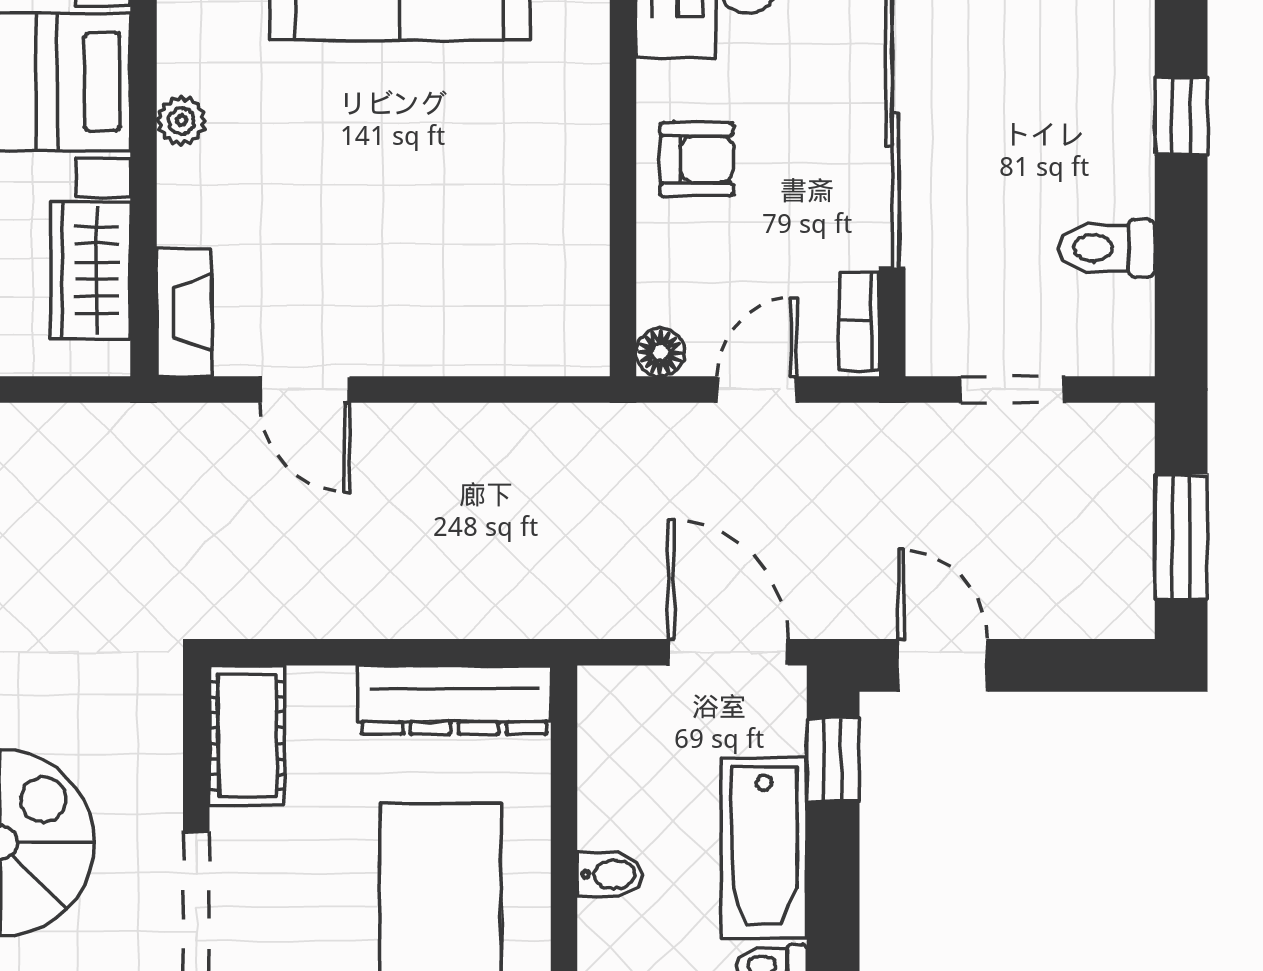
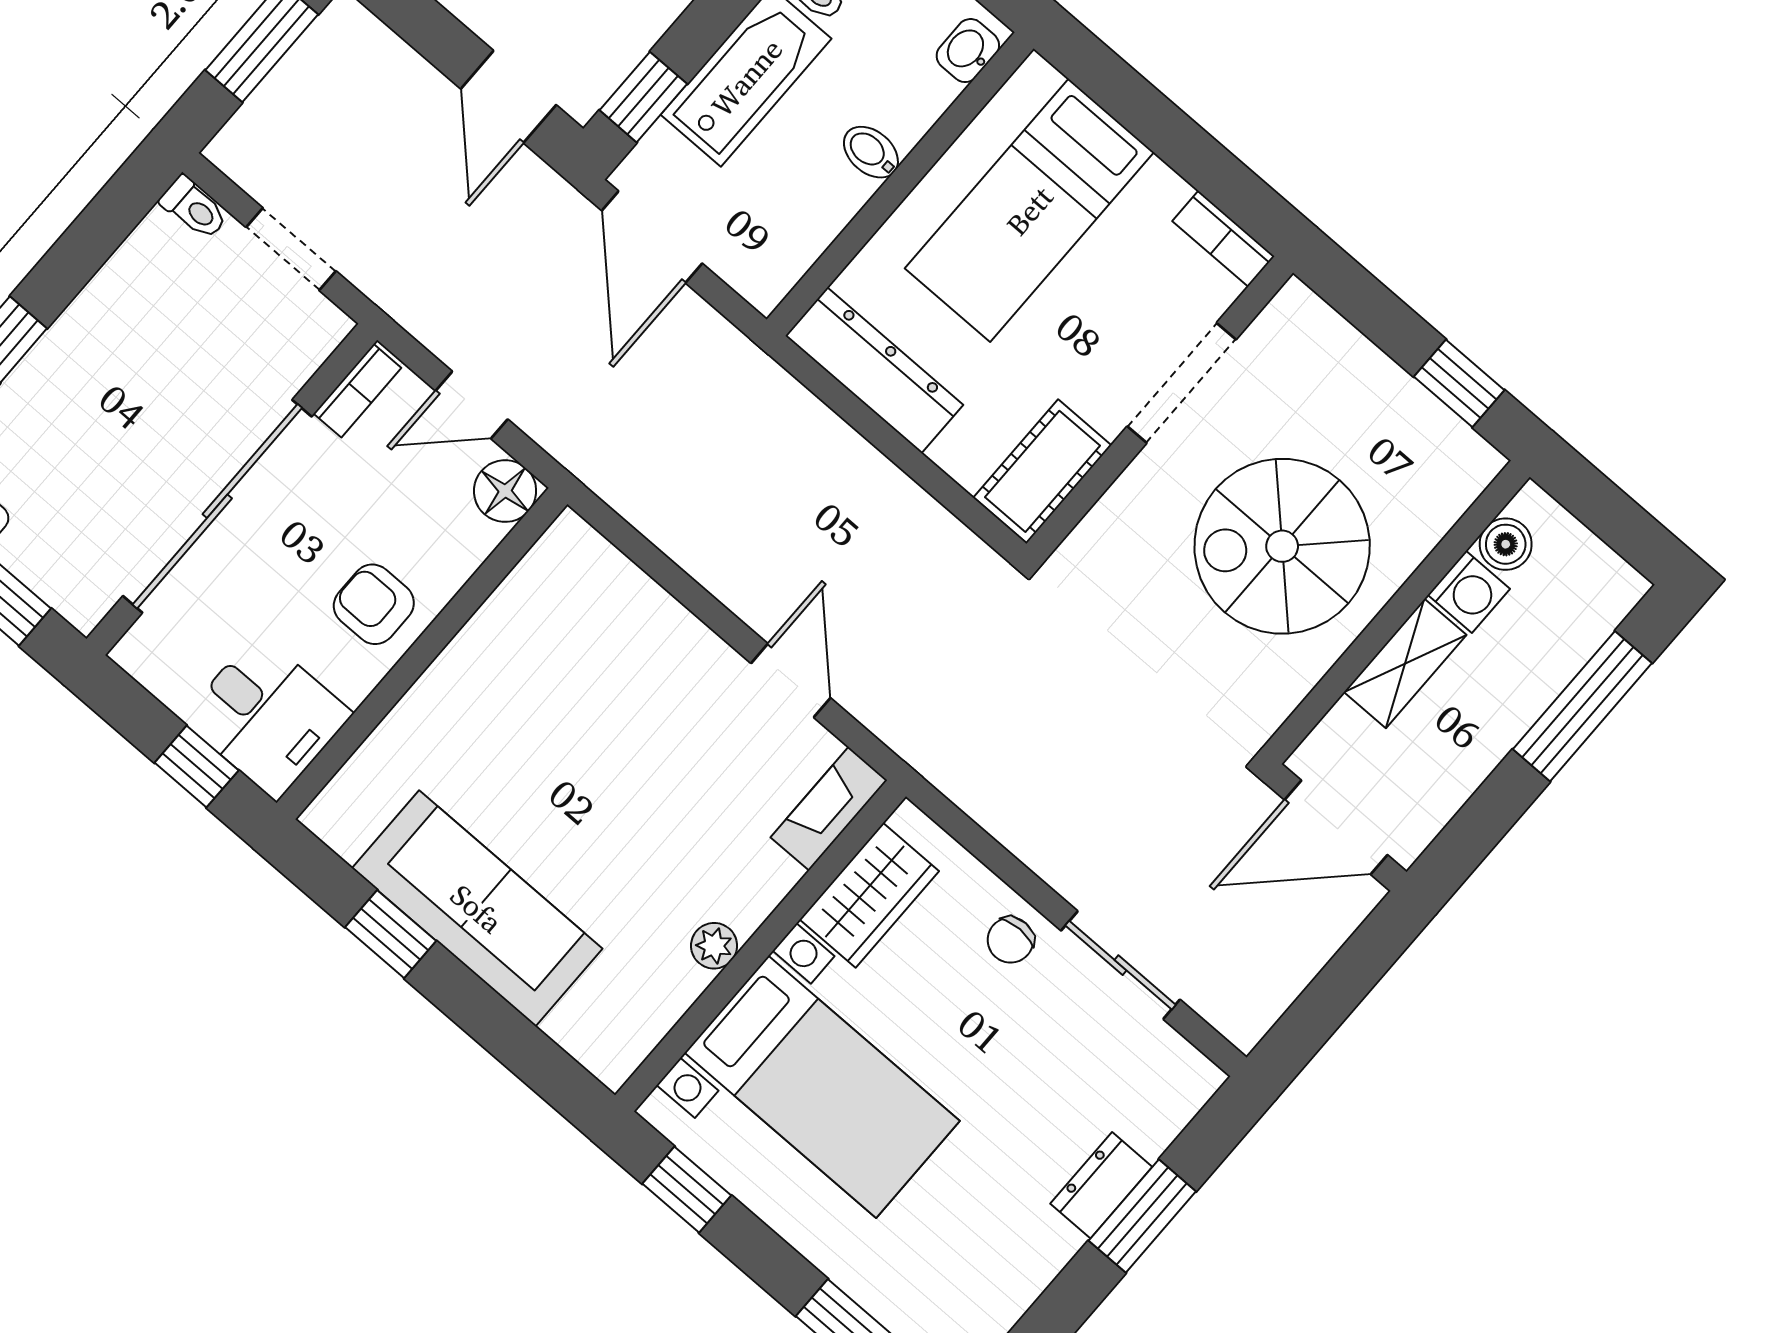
toilet: (1107, 248) -> (194, 208), moved, width x0.73, depth x0.72
floor lamp: (660, 352) -> (505, 491), width x1.37, depth x1.37

